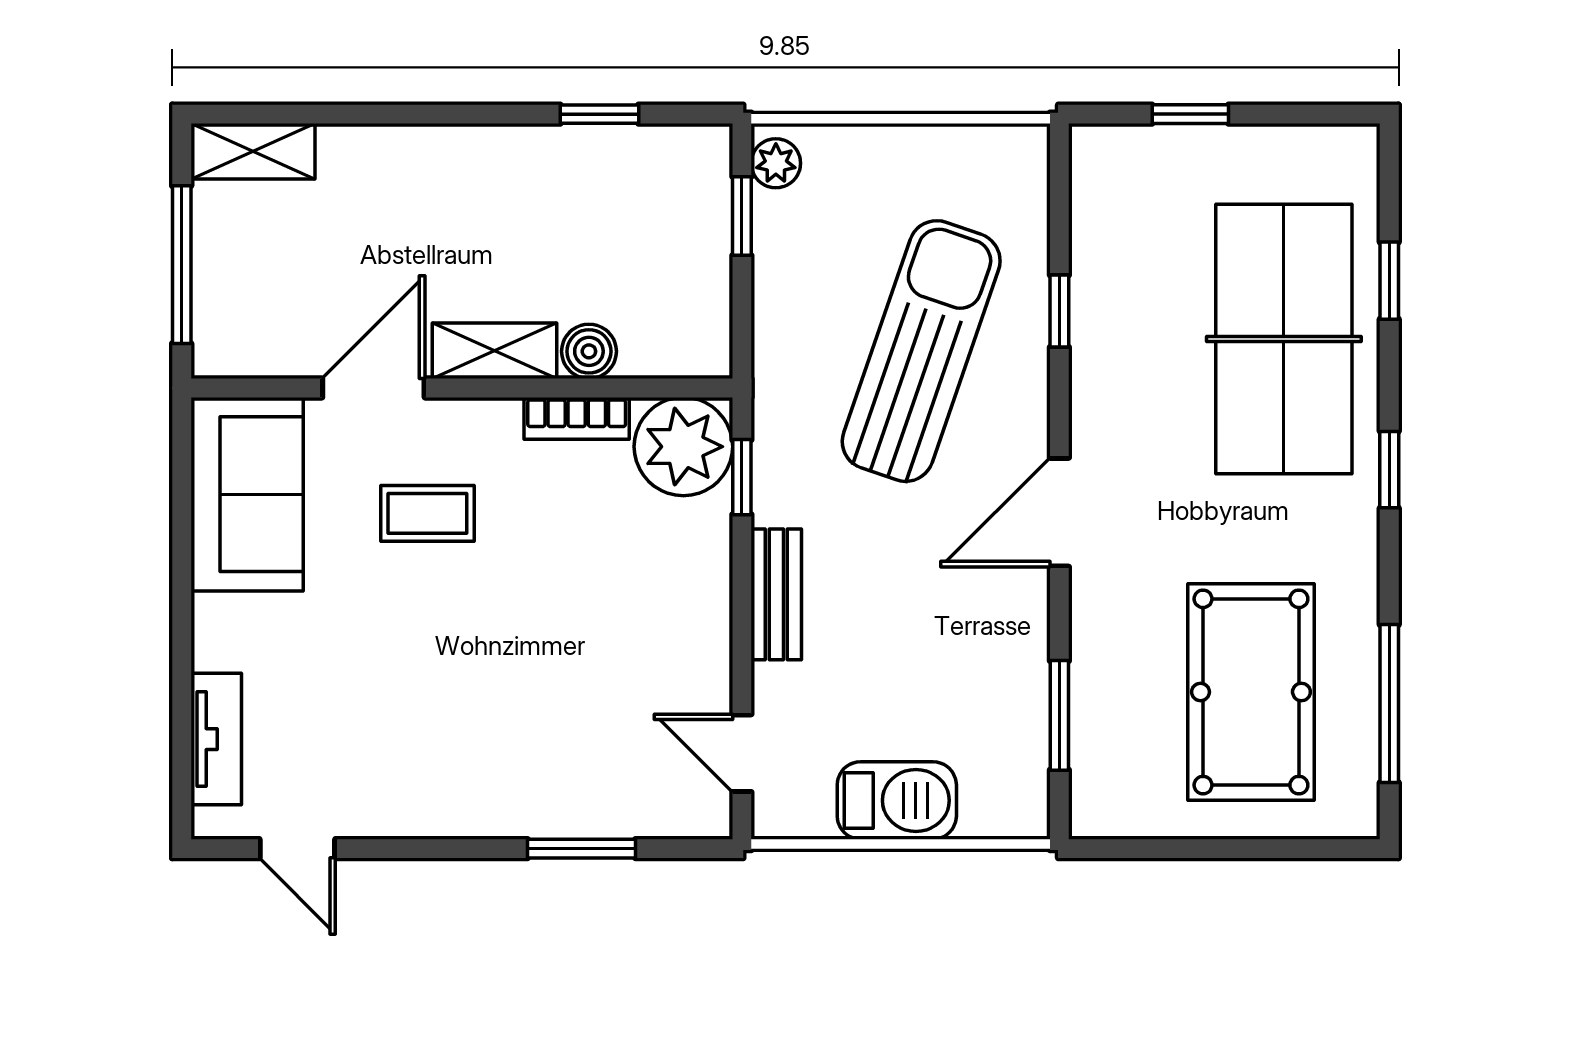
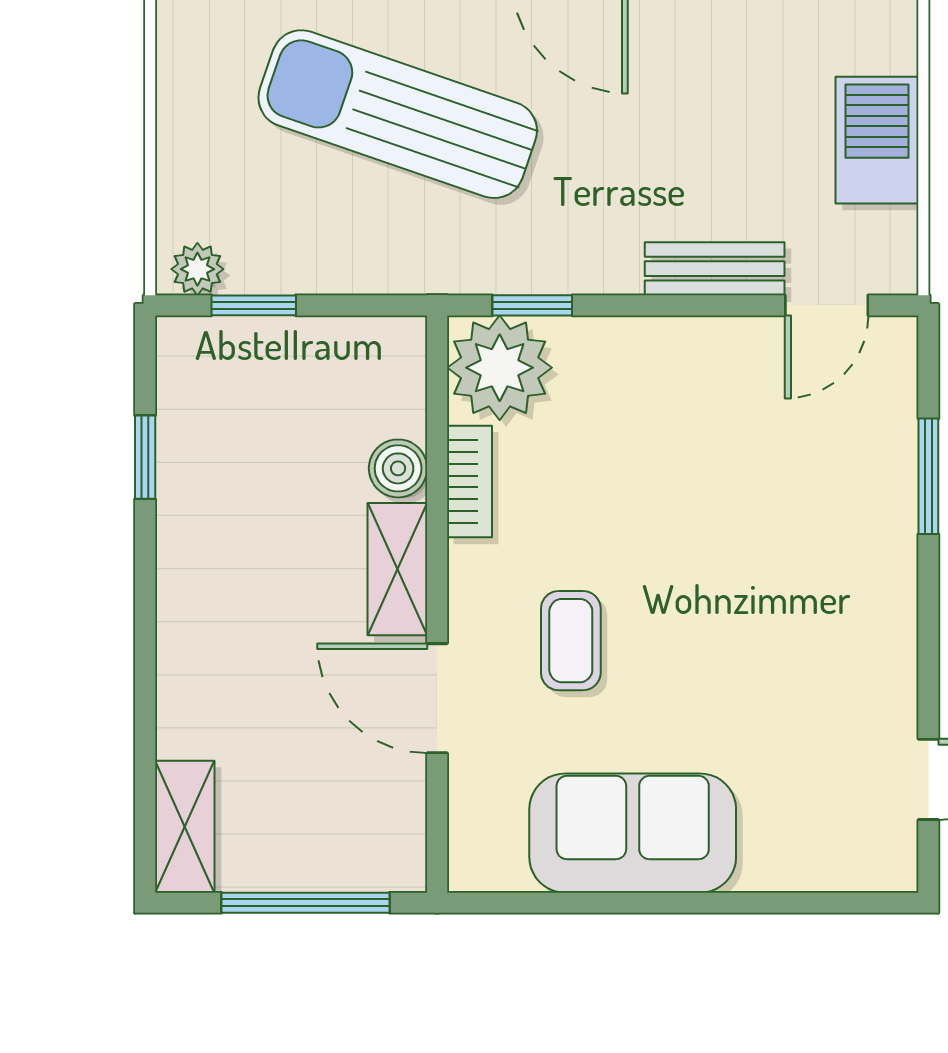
sofa: (247, 494) -> (633, 833), moved
bench: (776, 594) -> (715, 269), moved
tv unit: (216, 739) -> (812, 866), removed

